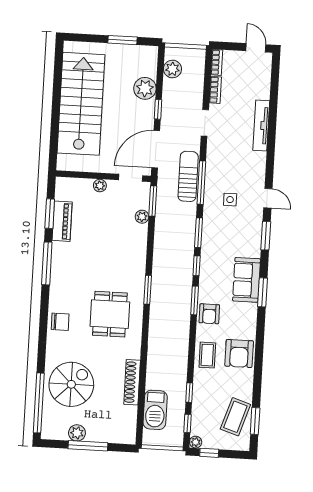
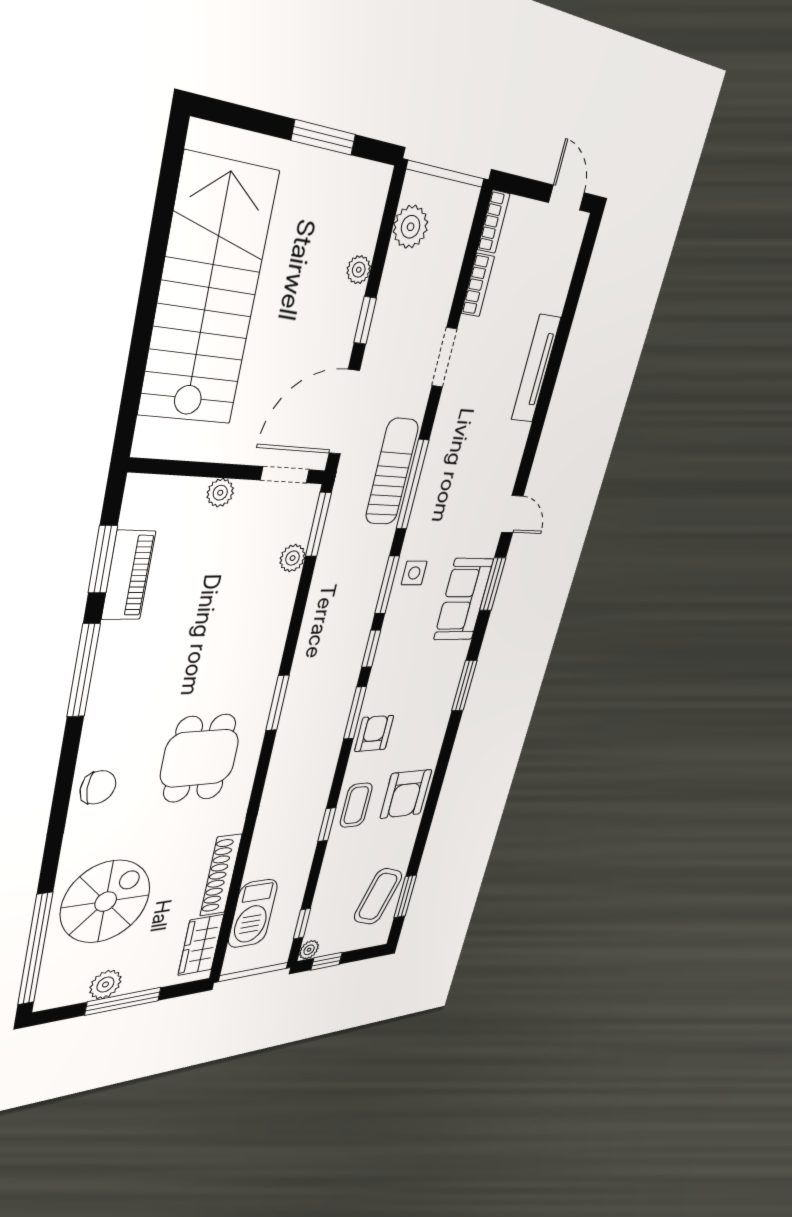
plant: (145, 88) -> (359, 270), width x0.53, depth x0.53
side table: (230, 200) -> (414, 573), moved
sofa: (247, 280) -> (464, 599), moved
armchair: (209, 314) -> (374, 733), turned 180
window: (189, 393) -> (327, 825), moved
wardrobe: (127, 422) -> (201, 945), added

